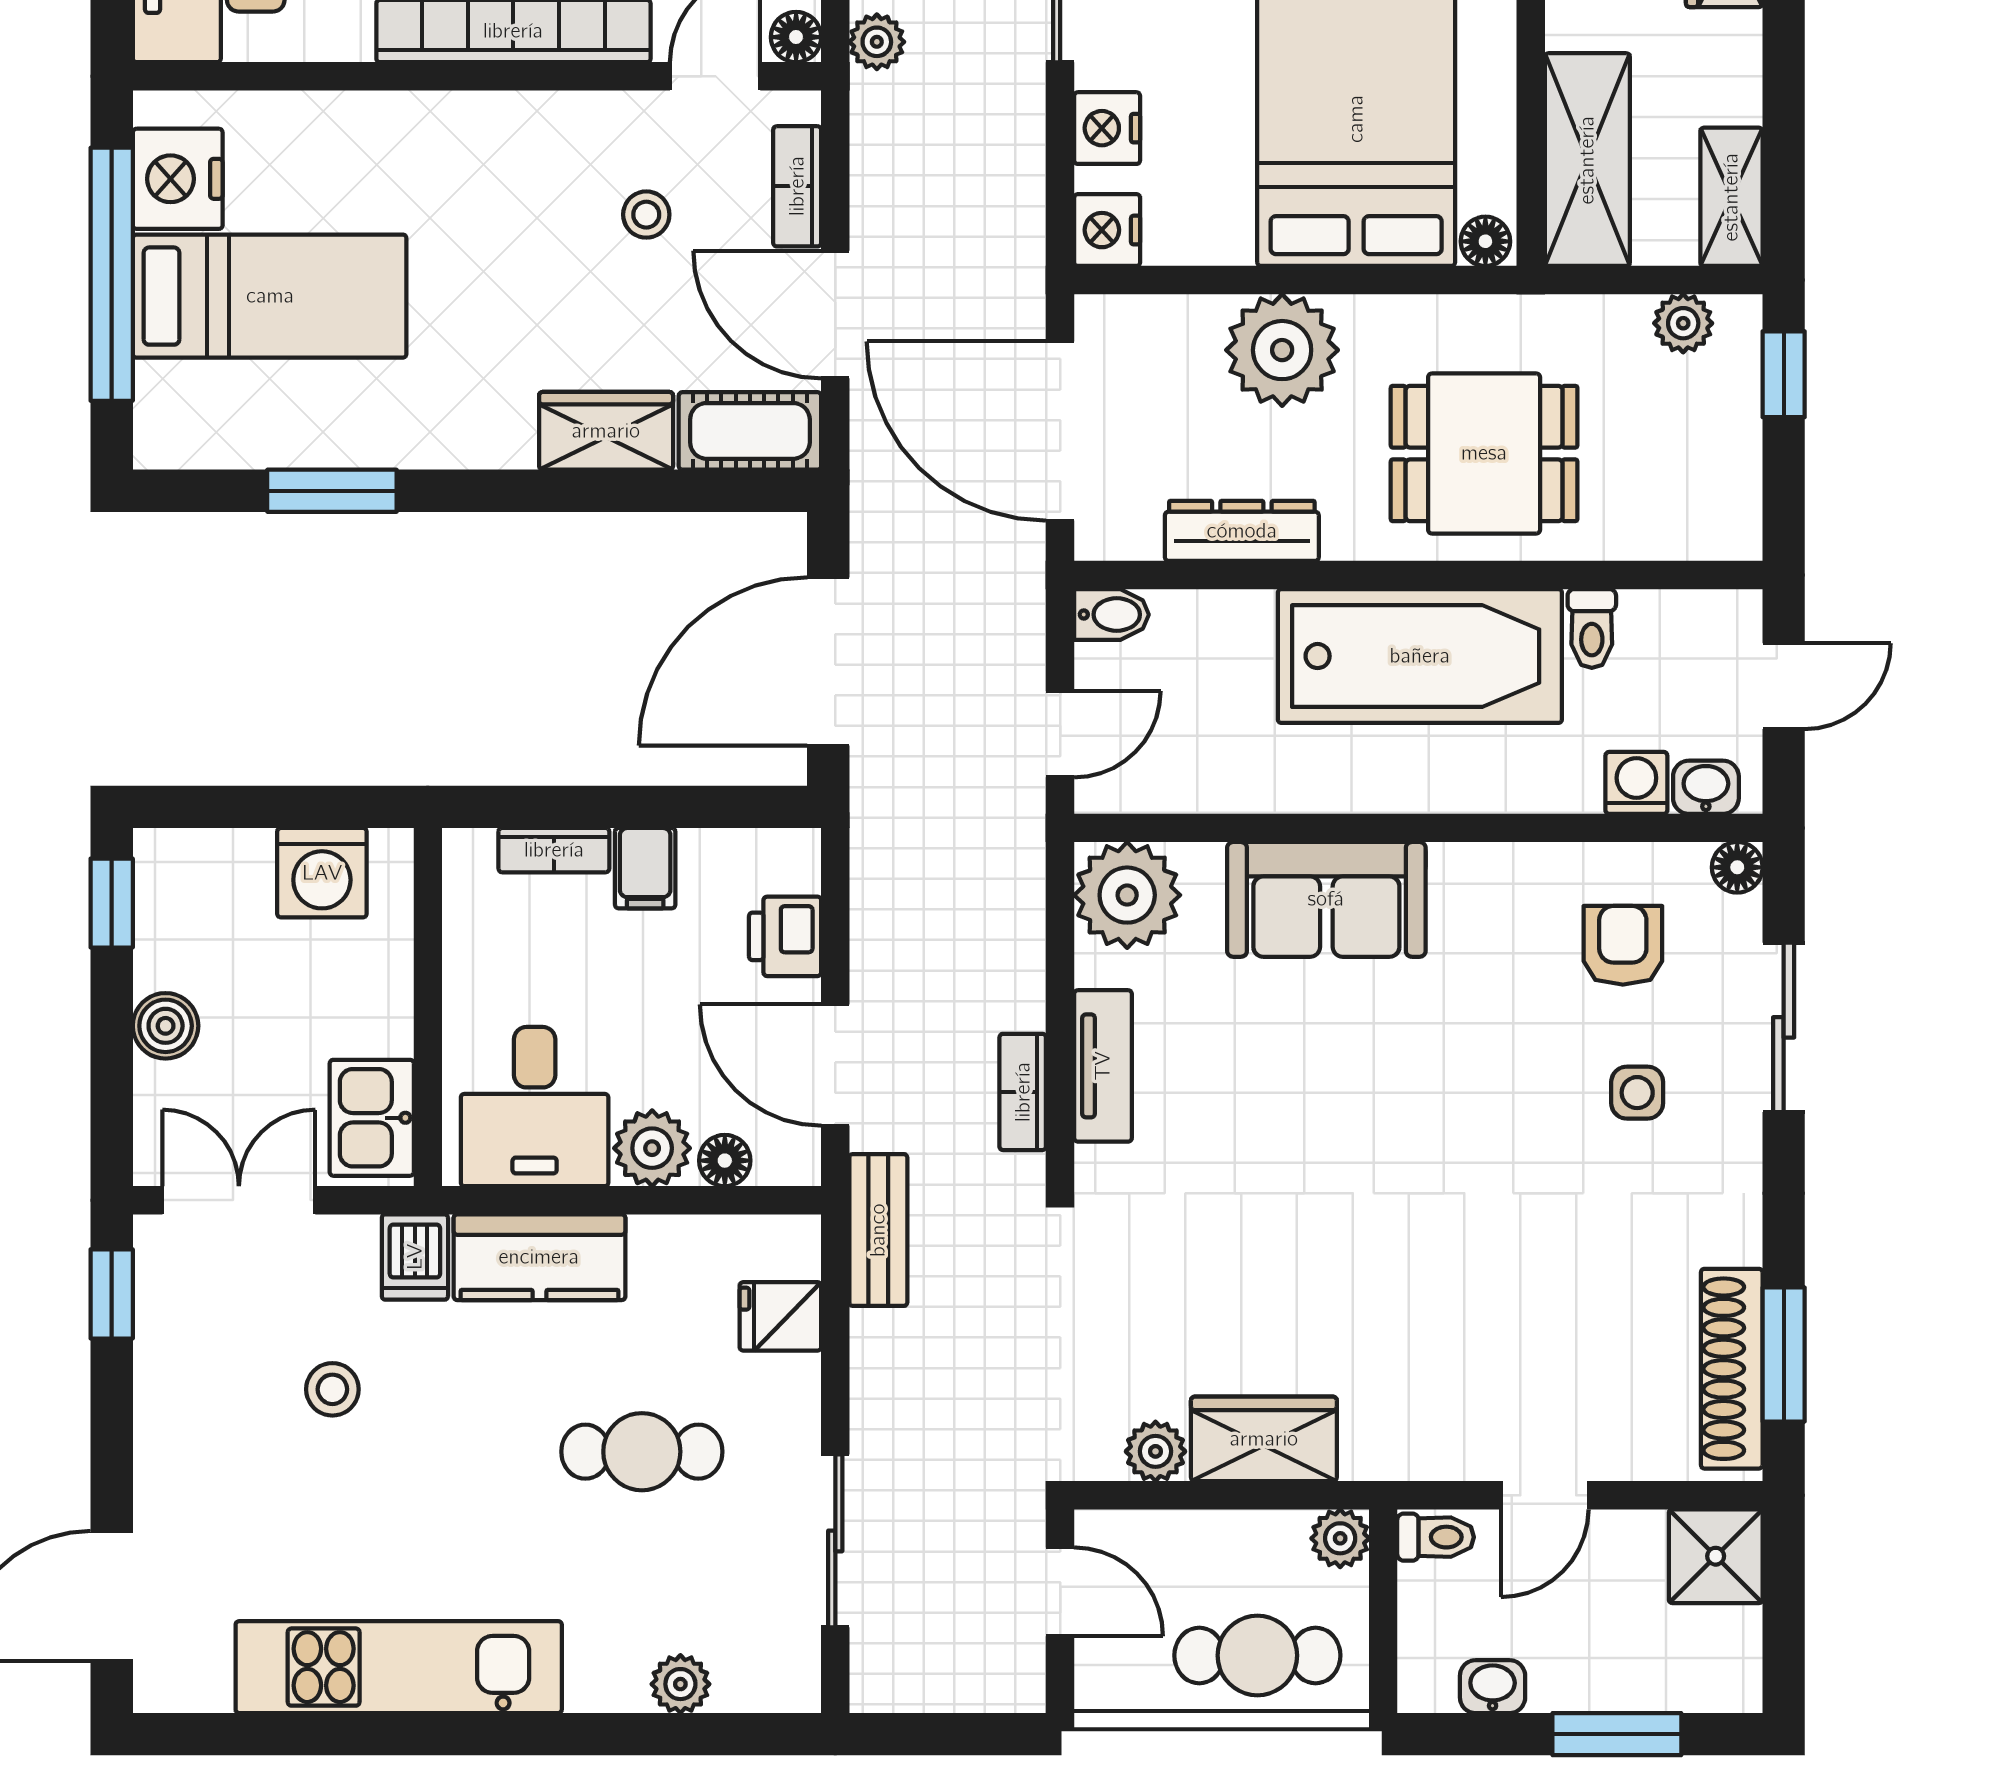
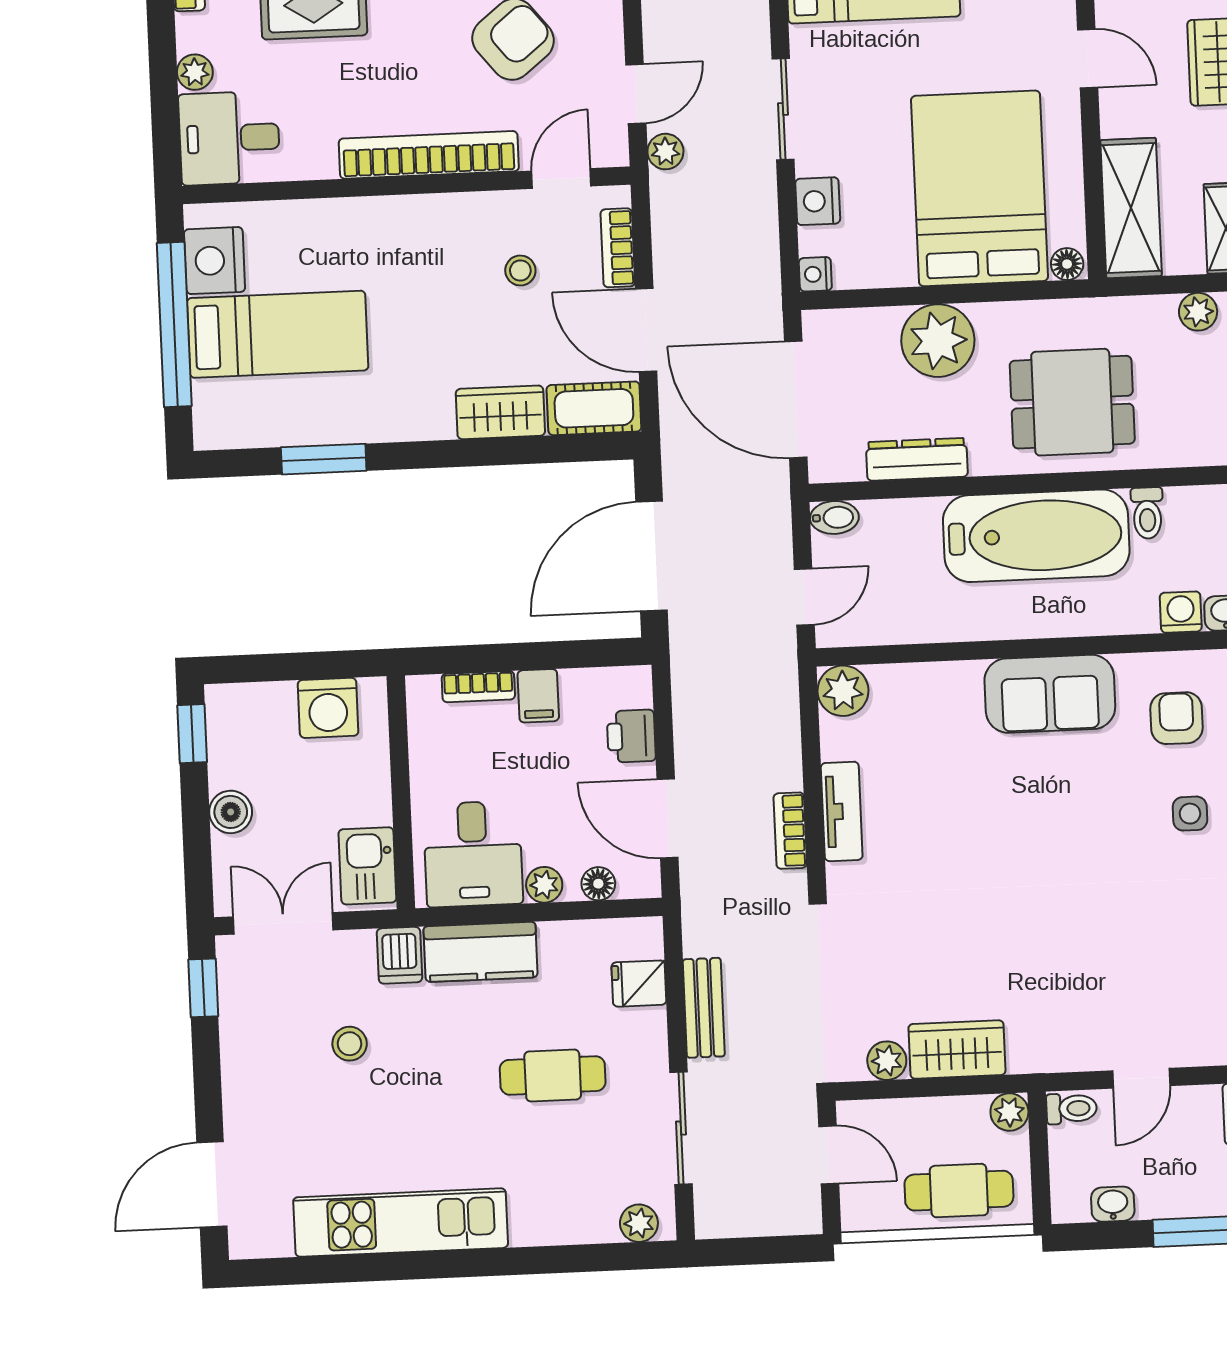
floor lamp: (796, 37) -> (613, 151), removed
nightstand: (1107, 230) -> (815, 274), width x0.72, depth x0.74
plant: (1127, 895) -> (843, 691), width x0.73, depth x0.73
sofa: (1326, 899) -> (1050, 694), moved
plant: (652, 1148) -> (544, 885), width x0.73, depth x0.73
bench: (878, 1230) -> (704, 1008), moved
plant: (680, 1684) -> (639, 1223), moved

